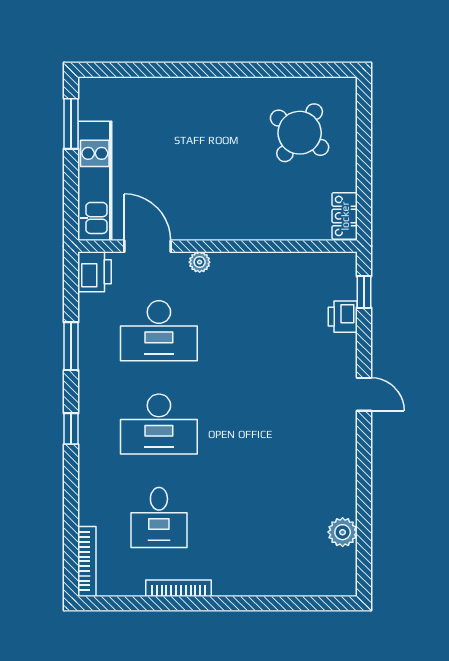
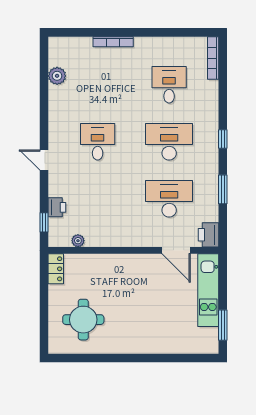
round table: (300, 133) -> (83, 320), turned -35
plant: (200, 262) -> (78, 241), moved
desk: (276, 424) -> (98, 142), added
bookcase: (178, 588) -> (113, 42), moved

